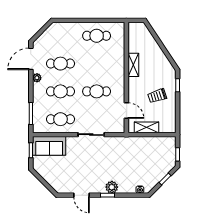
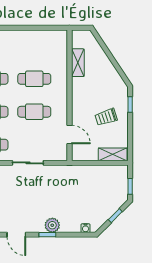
cafe table: (97, 36) -> (34, 79), moved
shelving: (133, 65) -> (78, 63), moved
shelving: (146, 127) -> (113, 154), moved

